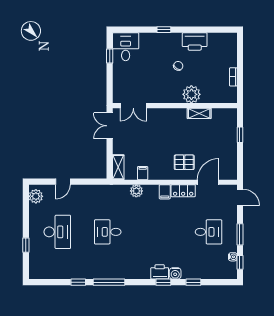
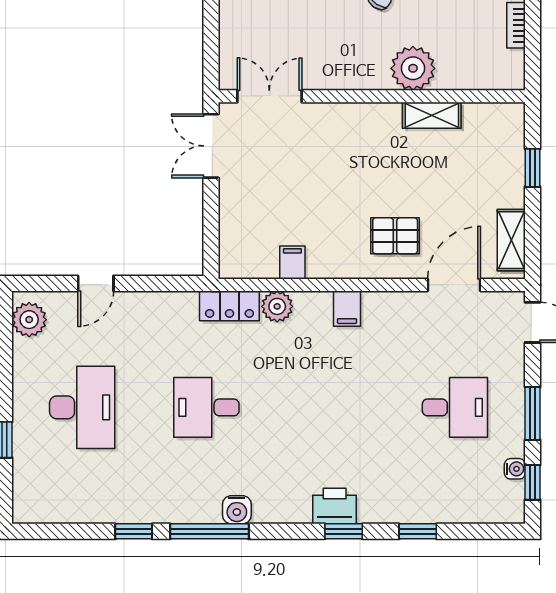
double door: (133, 106) -> (269, 96), swing flipped
shelving: (118, 167) -> (511, 240), moved
locker: (183, 191) -> (229, 306), moved
water cooler: (175, 273) -> (237, 510), moved

